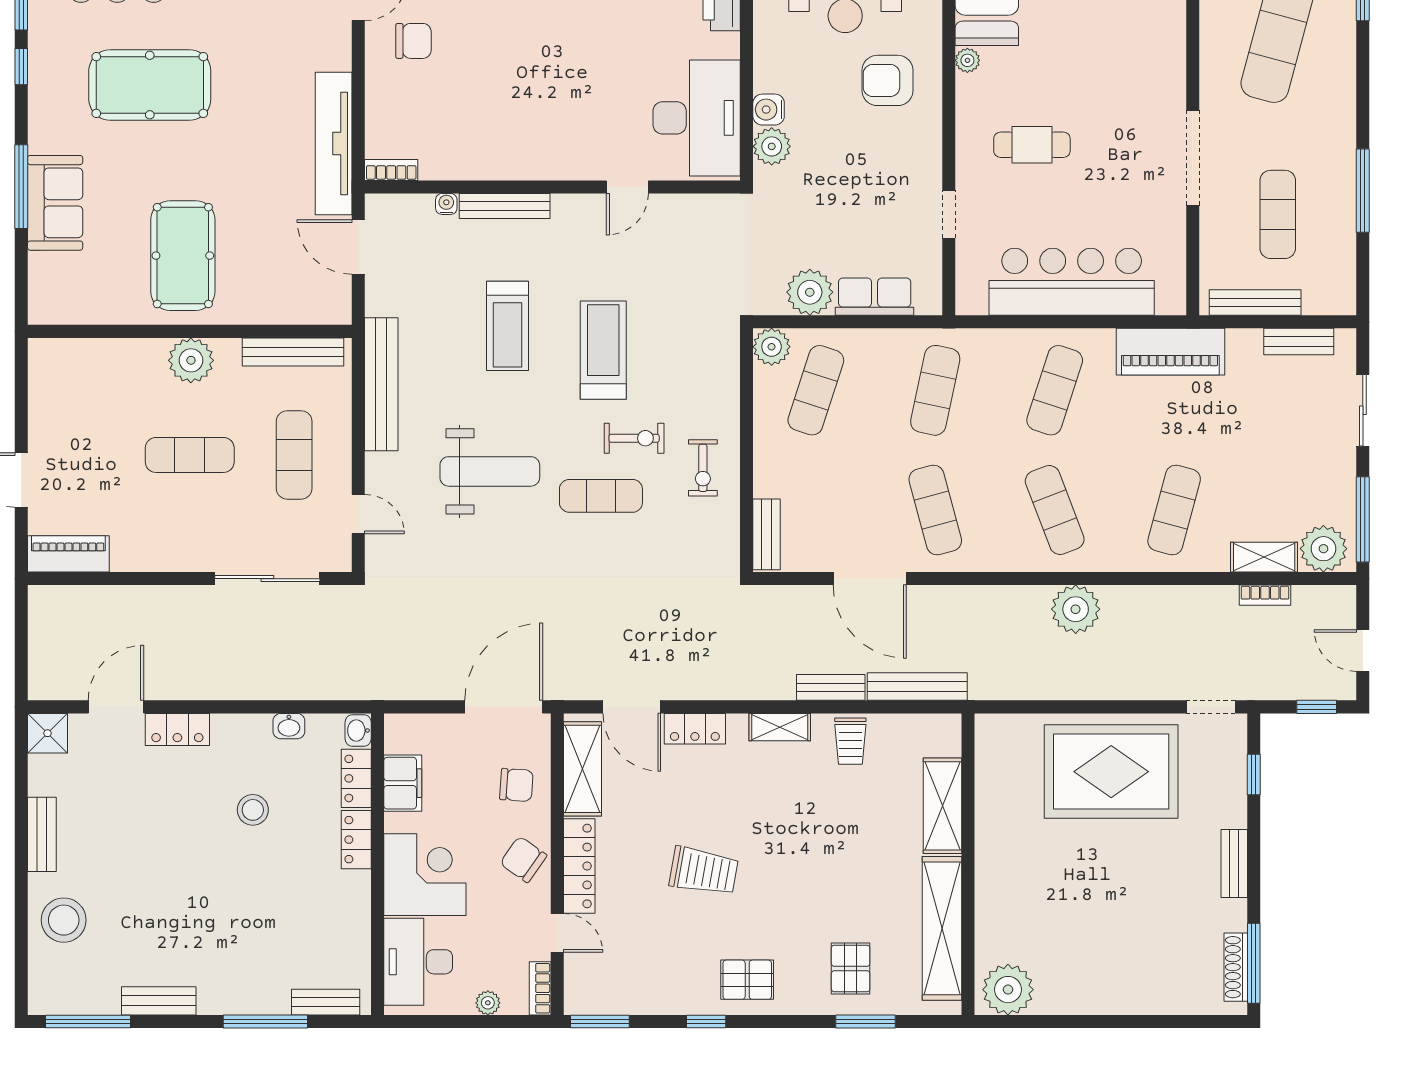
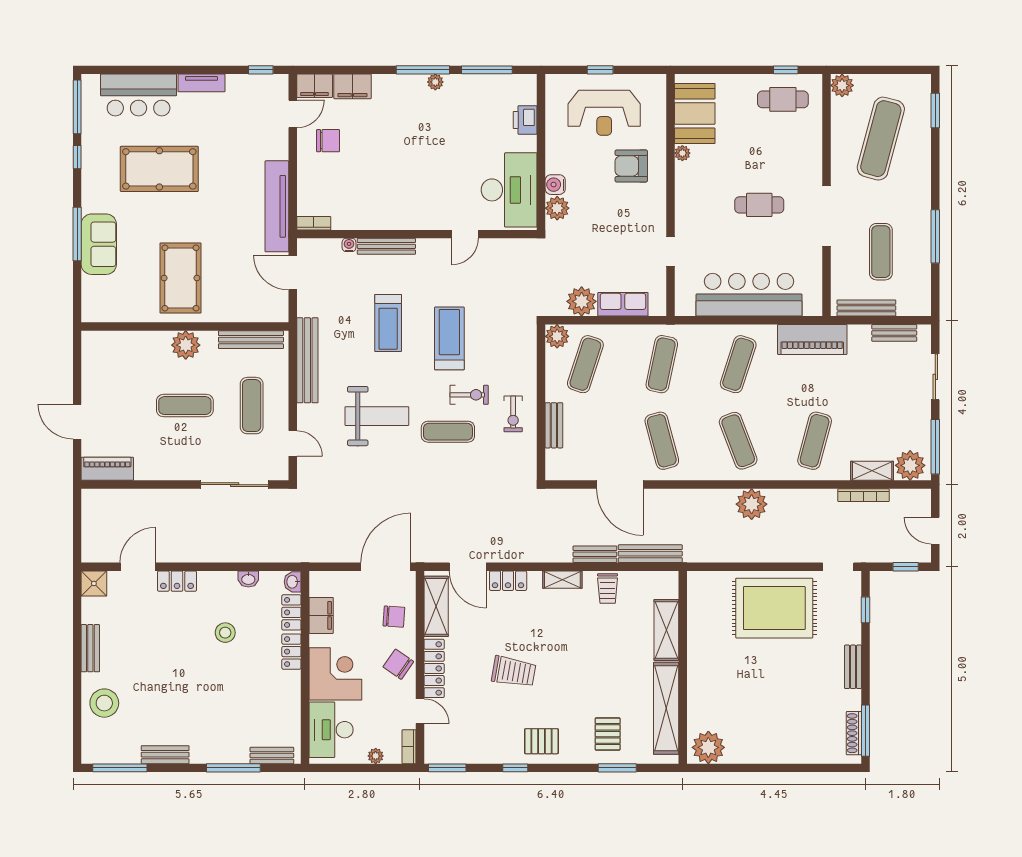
cafe table: (1032, 145) -> (759, 205), moved
bench: (767, 534) -> (554, 425), moved
bookcase: (1265, 595) -> (864, 495), width x1.56

